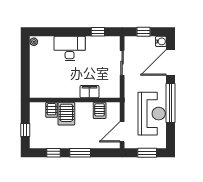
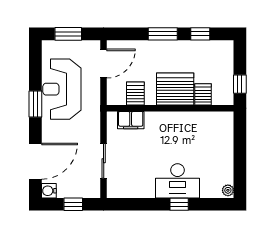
window: (98, 32) -> (179, 204), moved
filing cabinet: (89, 92) -> (131, 120), moved
window: (170, 103) -> (35, 104), width x0.47
server rack: (66, 114) -> (175, 89), width x1.60
window: (25, 130) -> (240, 84), moved

